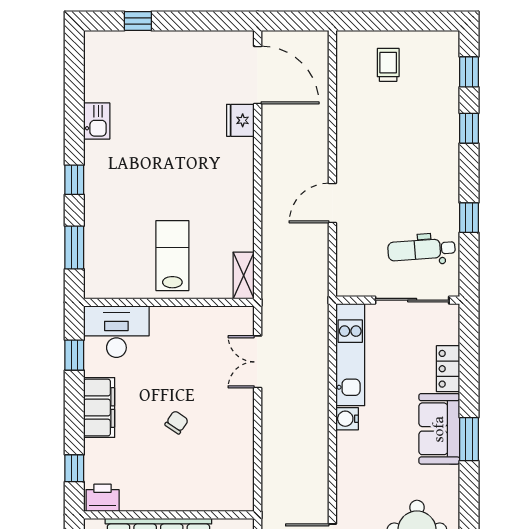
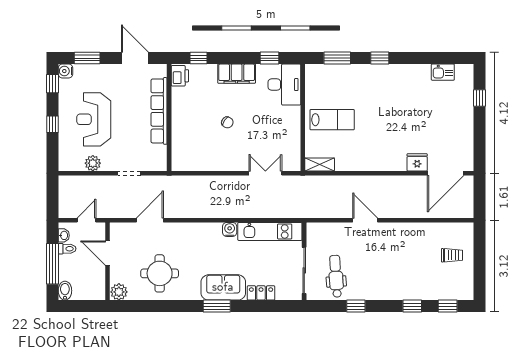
kitchen sink: (97, 121) -> (443, 72), moved

